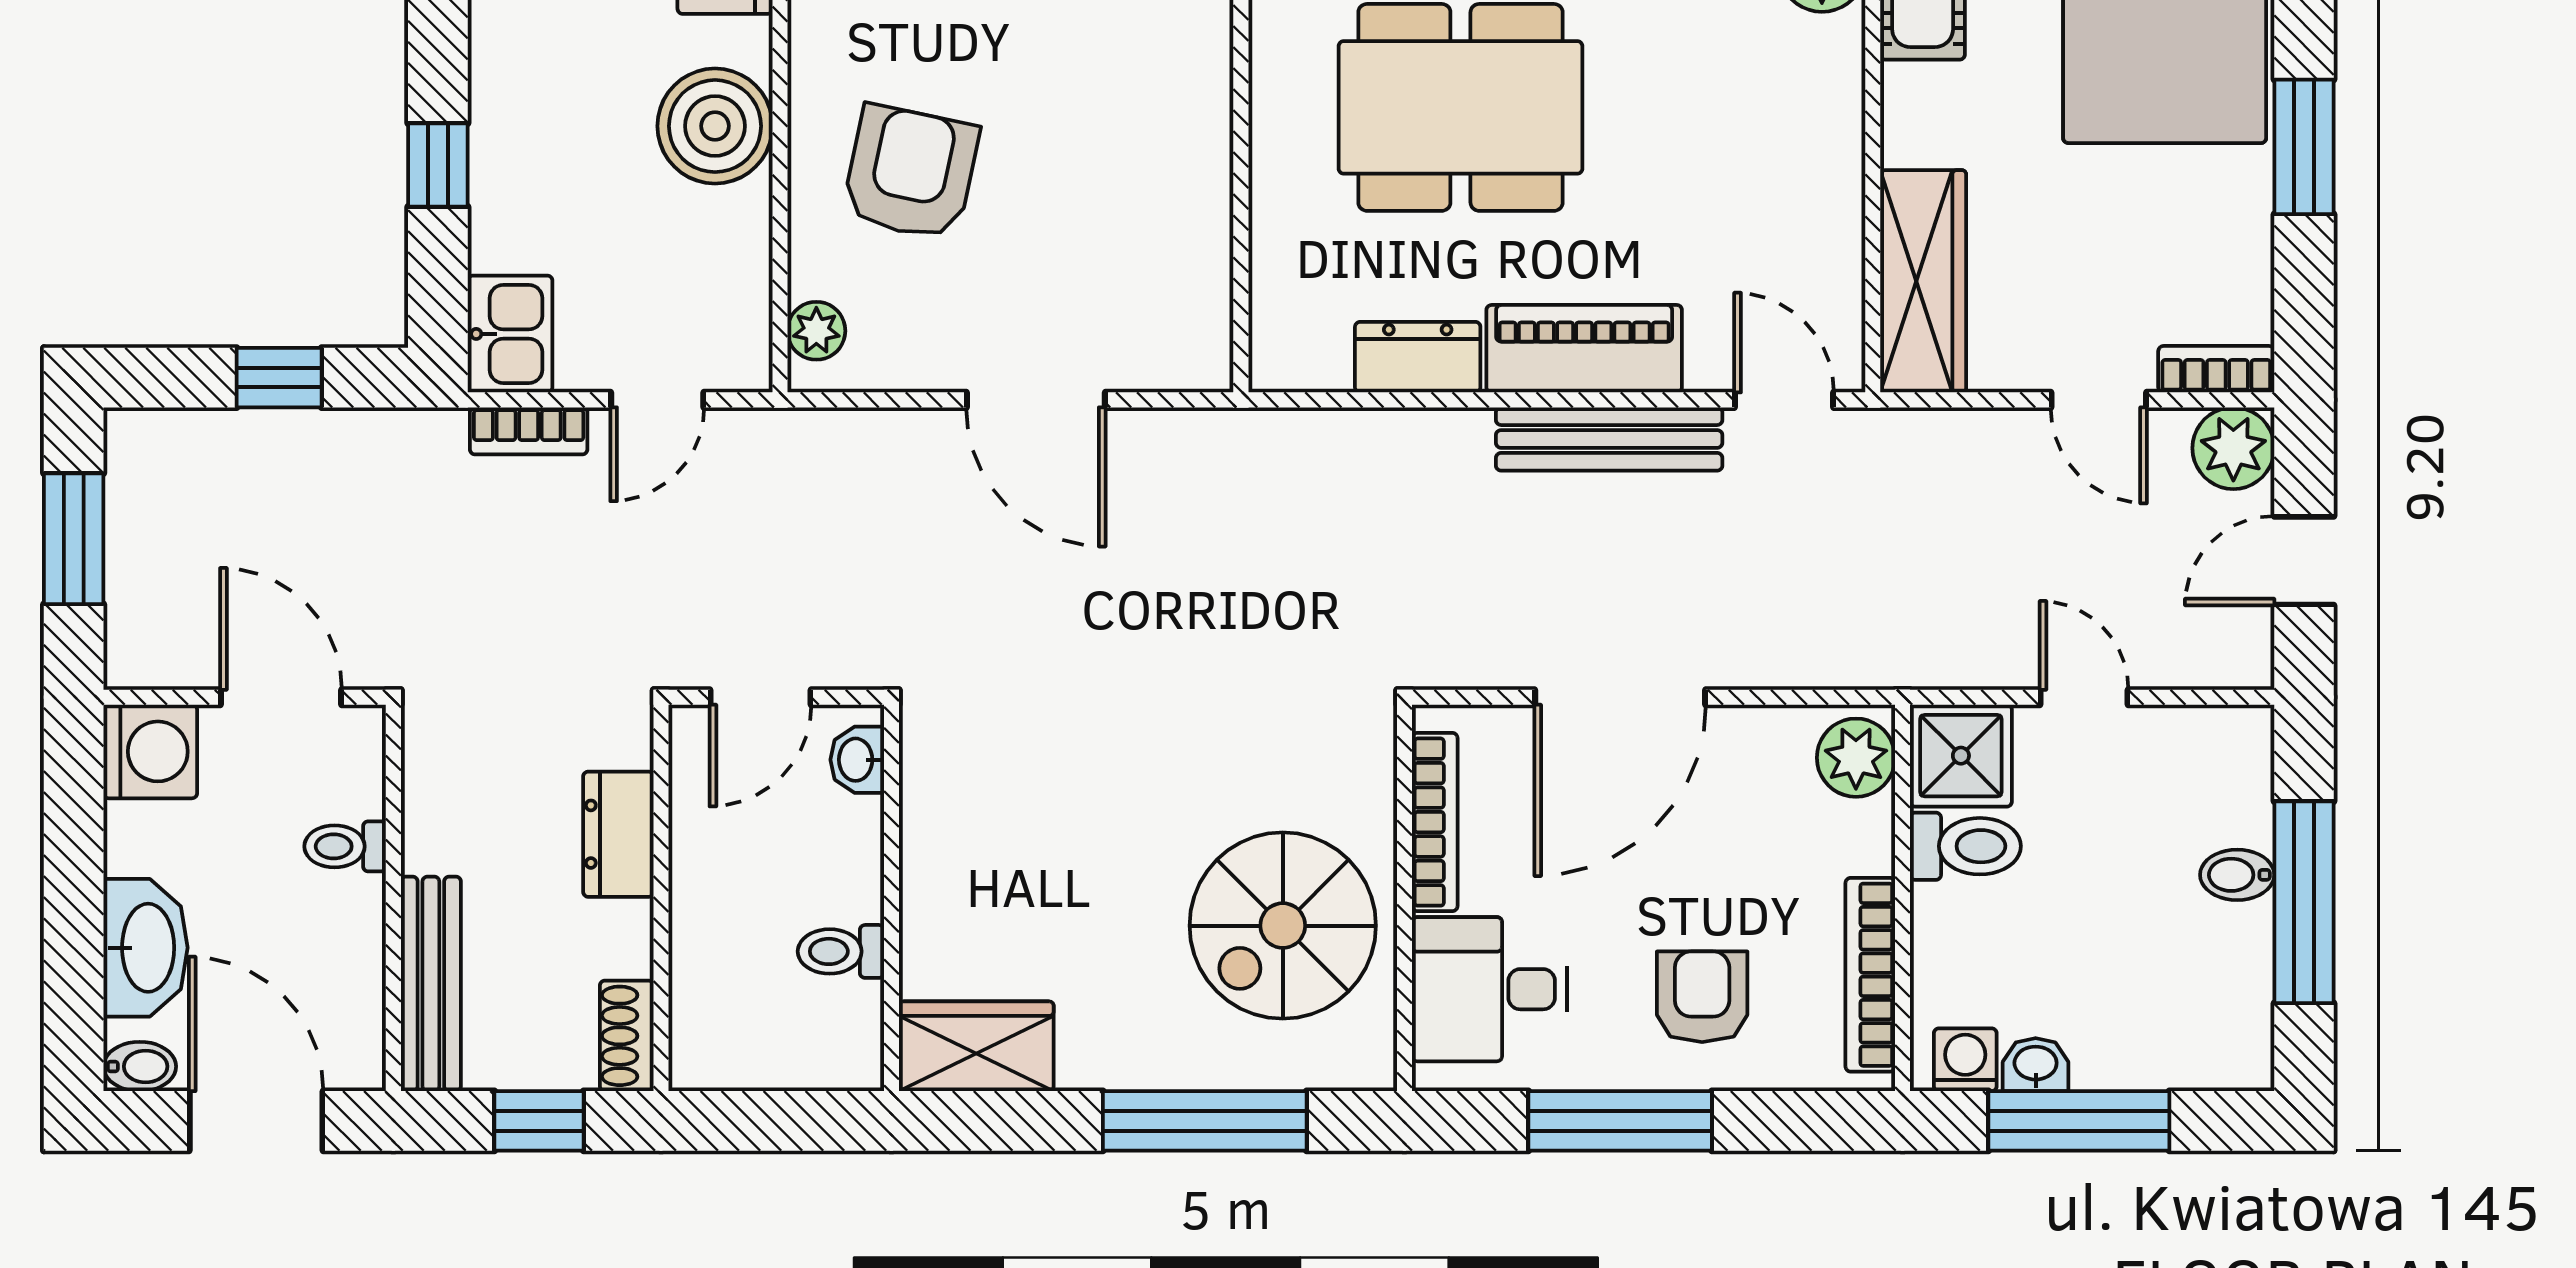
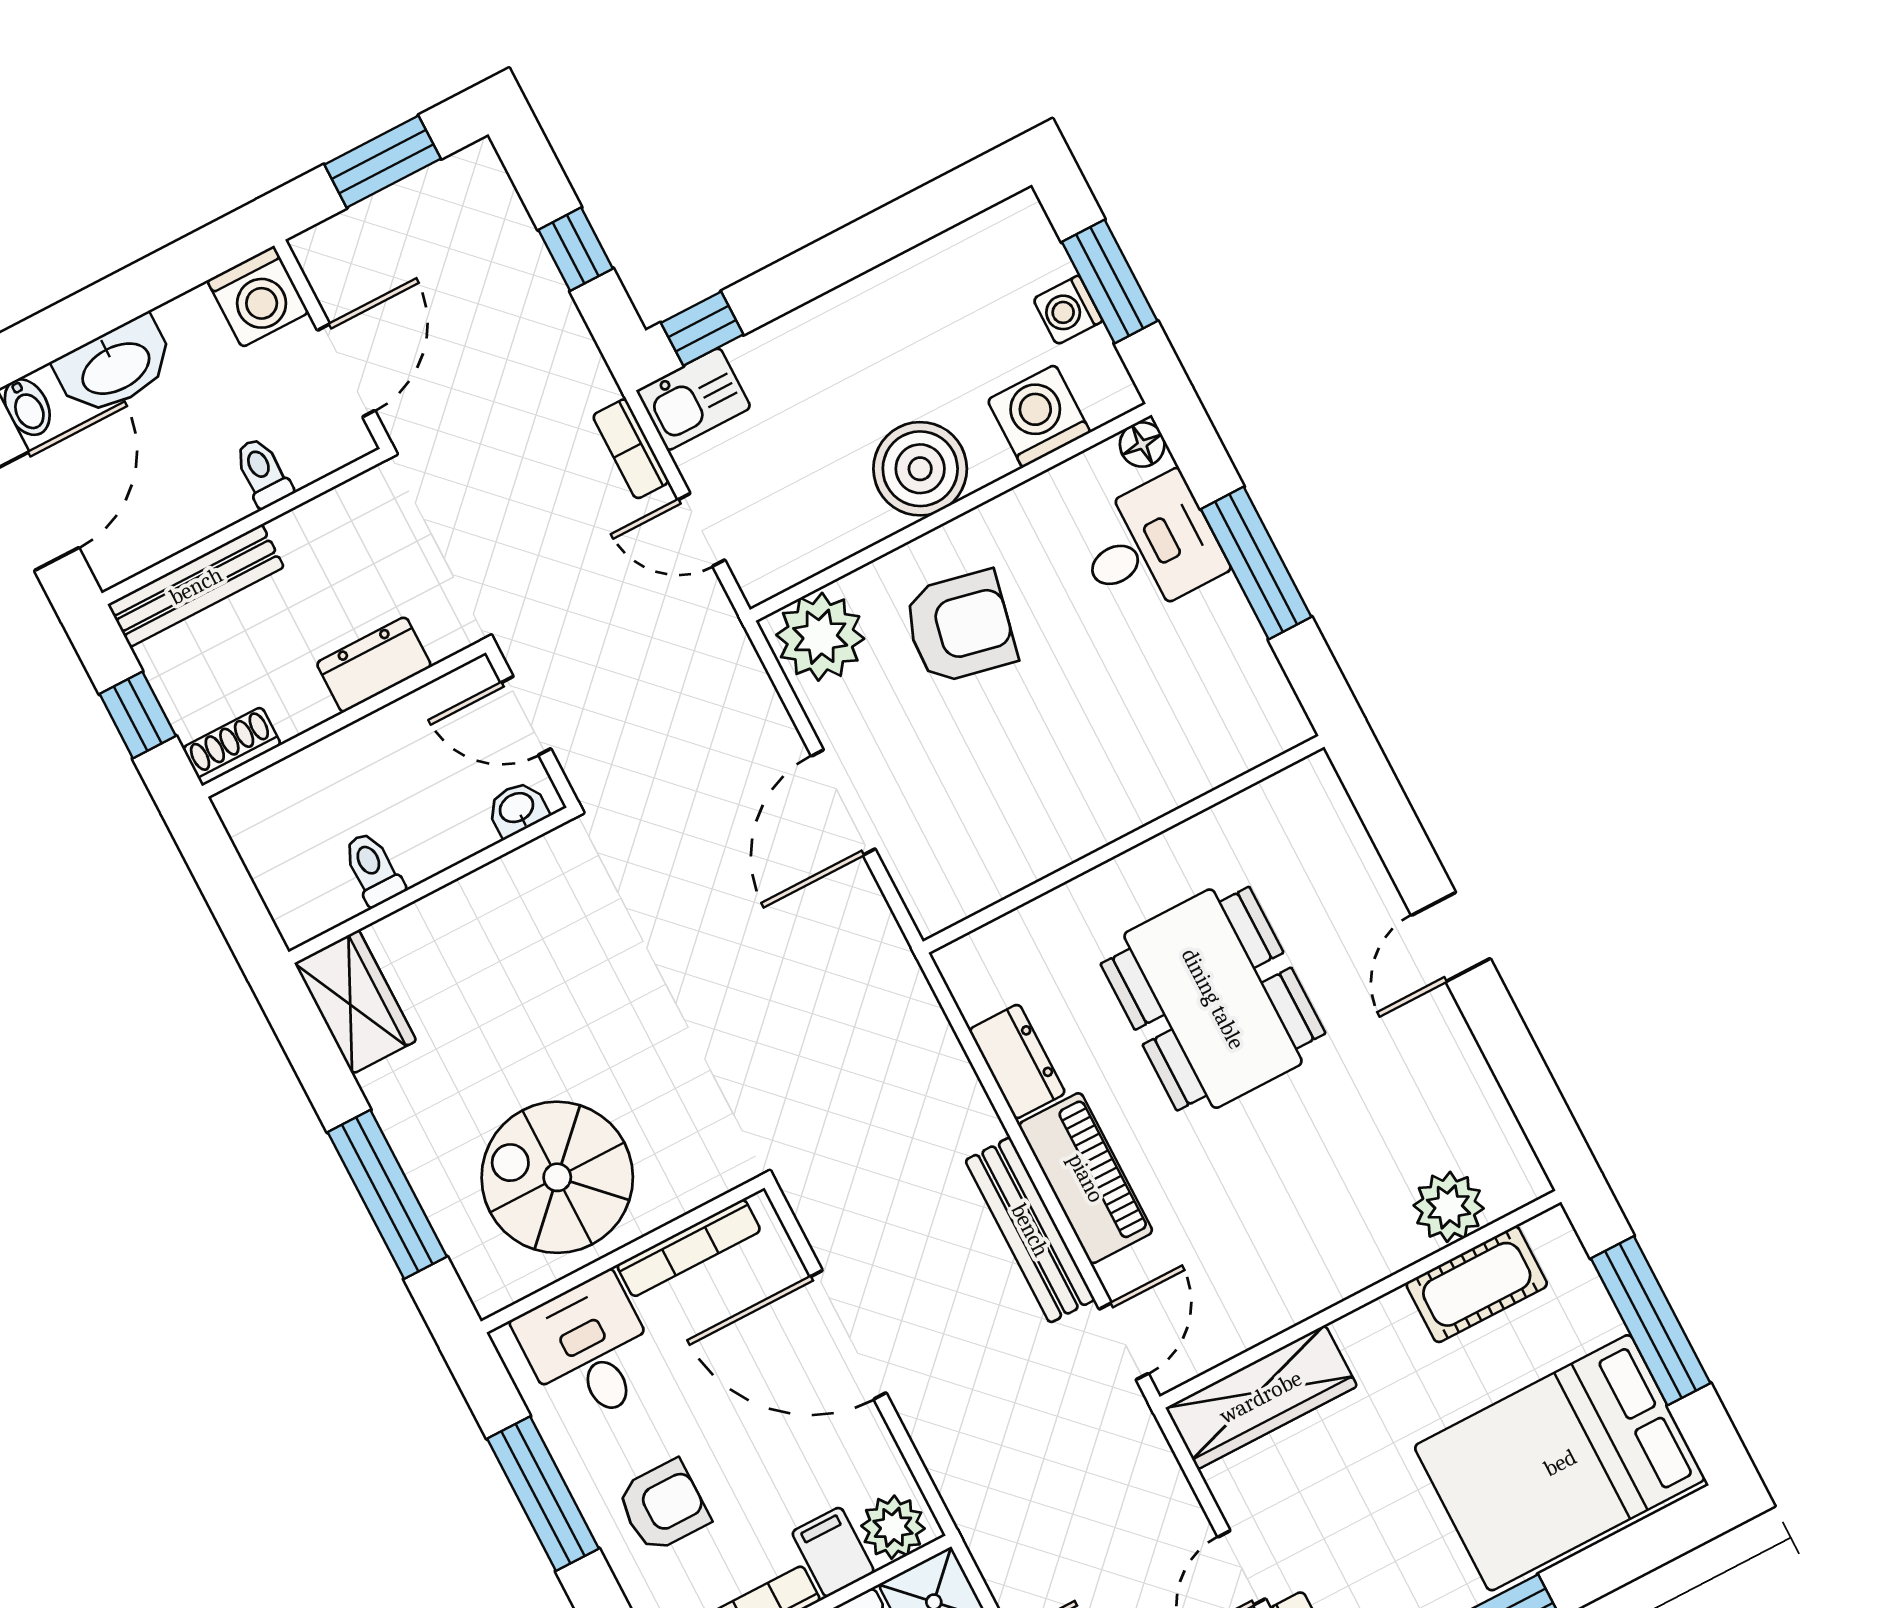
window: (438, 165) -> (702, 329), moved
plant: (816, 331) -> (820, 637), width x1.88, depth x1.88
filing cabinet: (1849, 837) -> (833, 1552), added

